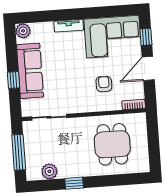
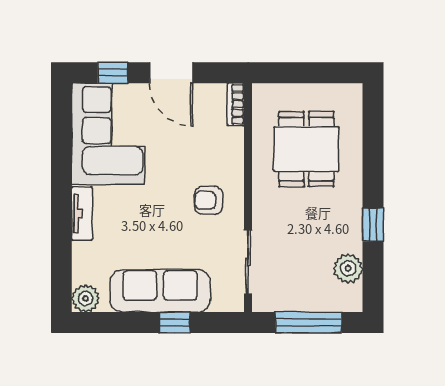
armchair: (104, 84) -> (209, 200), moved
dining table: (112, 144) -> (306, 149), turned 90

